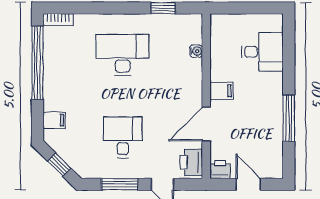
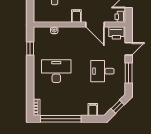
desk: (123, 55) -> (56, 71), turned 90

